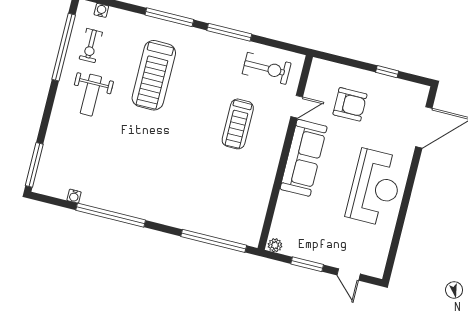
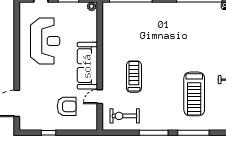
treadmill: (154, 75) -> (194, 94), turned 180
armchair: (350, 104) -> (67, 106), turned 180
reception desk: (375, 187) -> (45, 41), moved, turned 180

